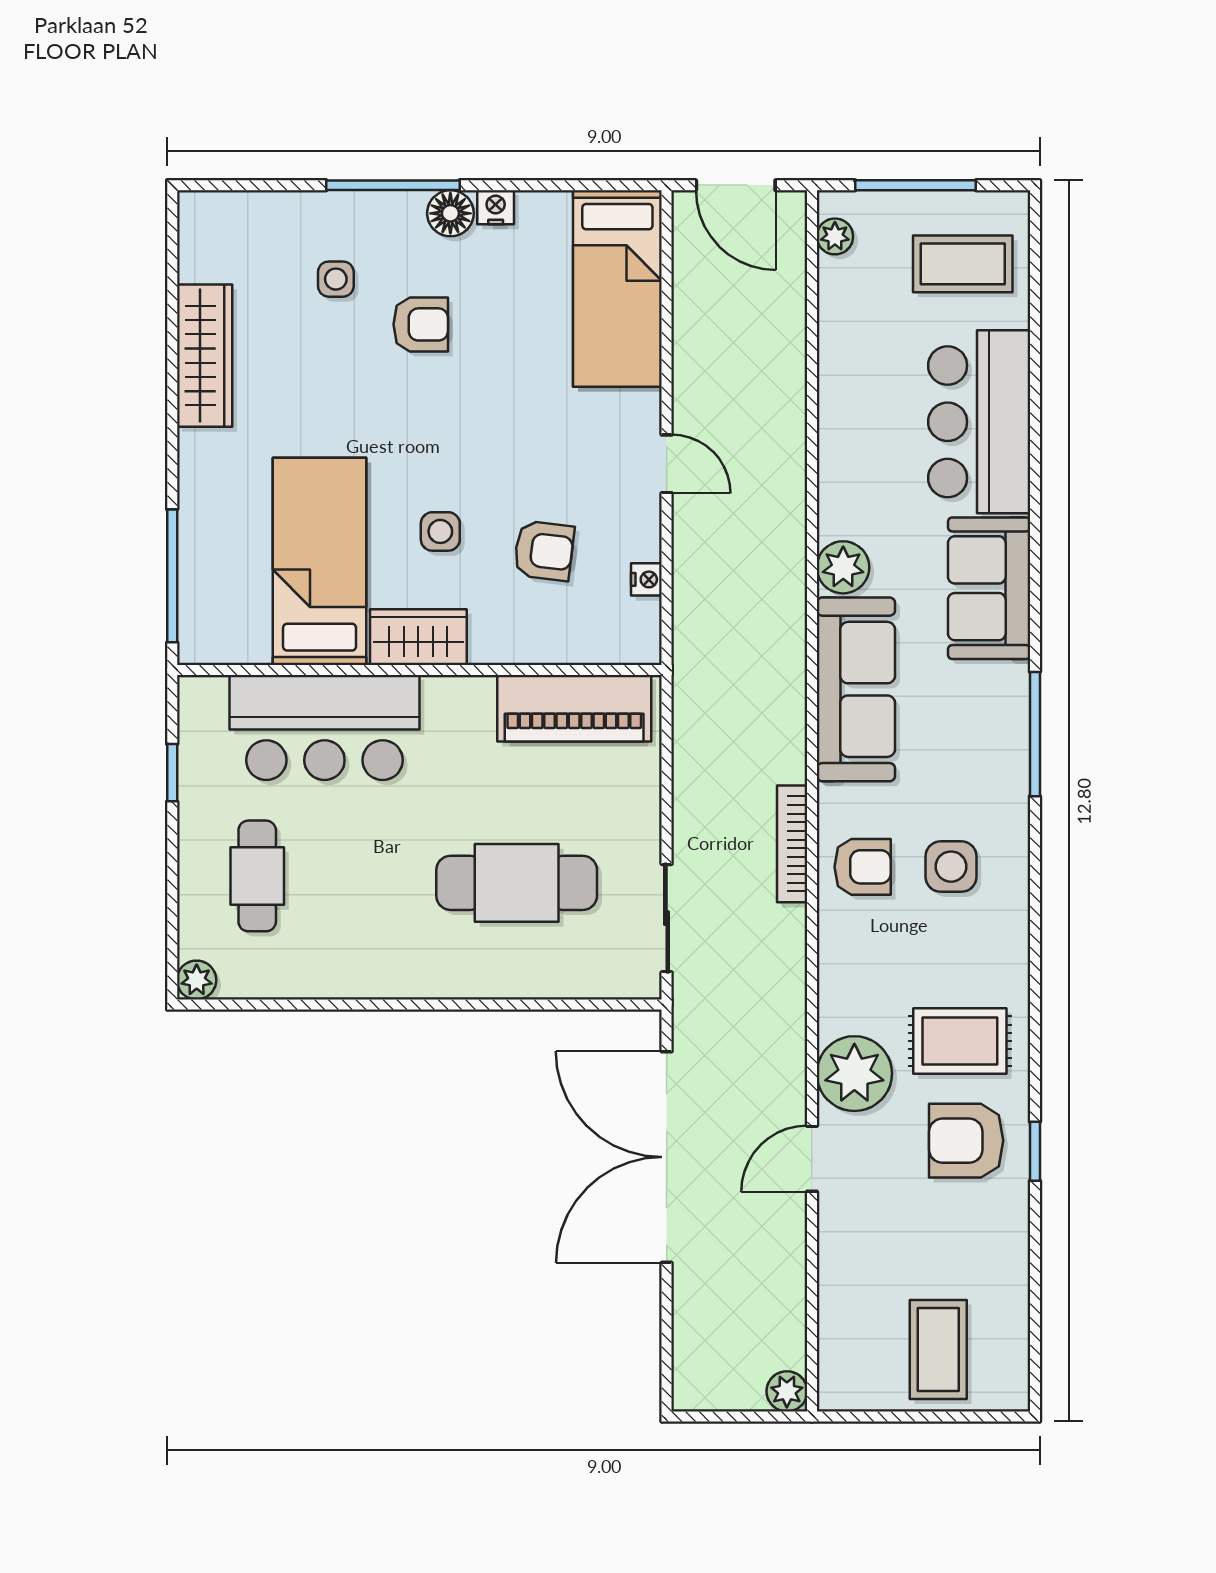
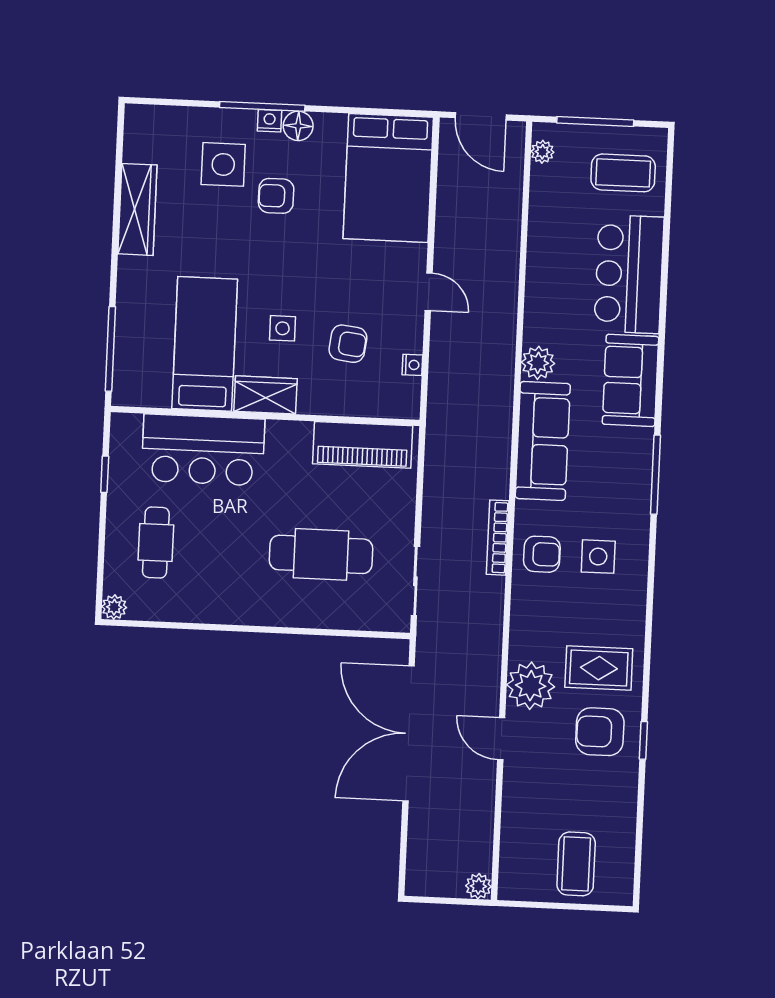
nightstand: (496, 207) -> (270, 121), moved
side table: (336, 279) -> (223, 164), width x1.87, depth x1.87
bed: (617, 288) -> (388, 178), width x1.50
armchair: (421, 324) -> (276, 196), turned 180
door: (812, 1159) -> (501, 739), hinge flipped

